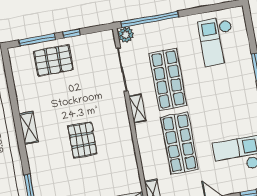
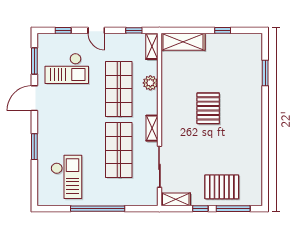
window: (150, 19) -> (98, 209), moved
plant: (126, 35) -> (150, 83), moved
shelving: (29, 128) -> (176, 199), moved, turned 90

